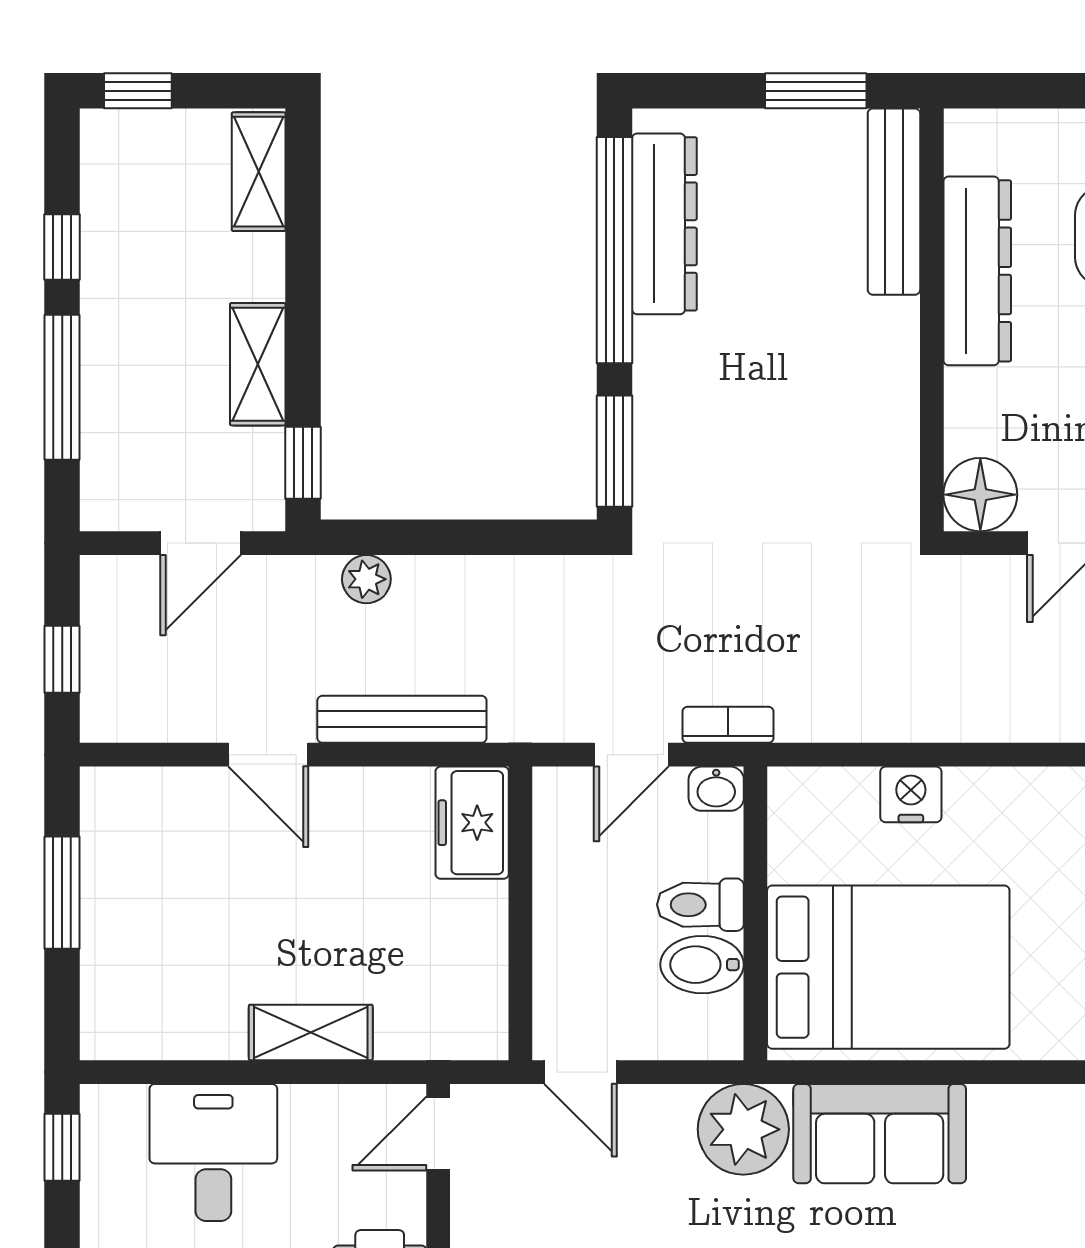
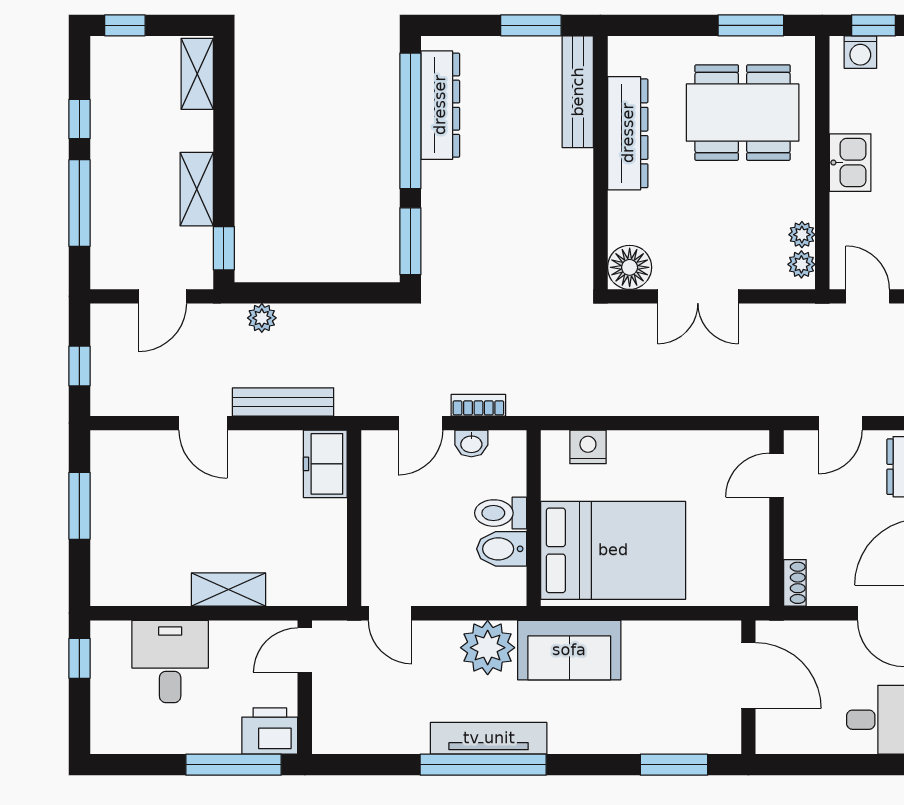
toilet: (700, 905) -> (501, 513), moved
wall: (755, 913) -> (534, 518), moved
bidet: (702, 965) -> (502, 549), moved
bed: (888, 967) -> (613, 550), moved

